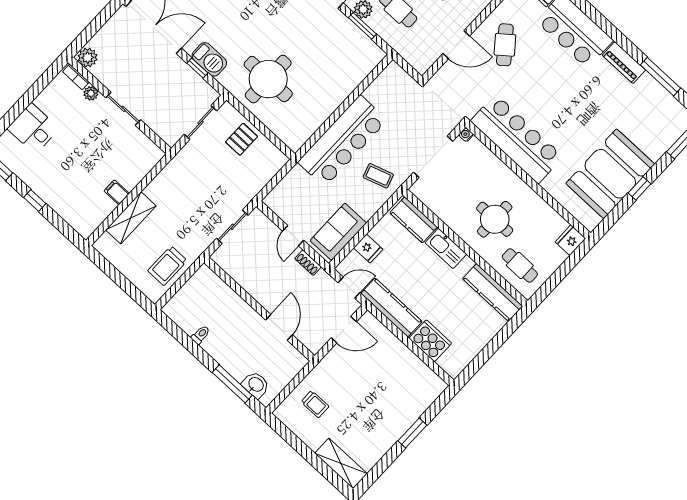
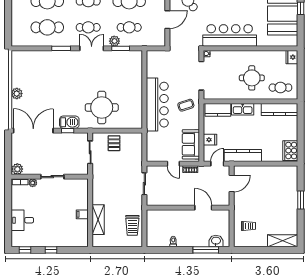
cooker: (430, 341) -> (290, 151), moved, turned -90

